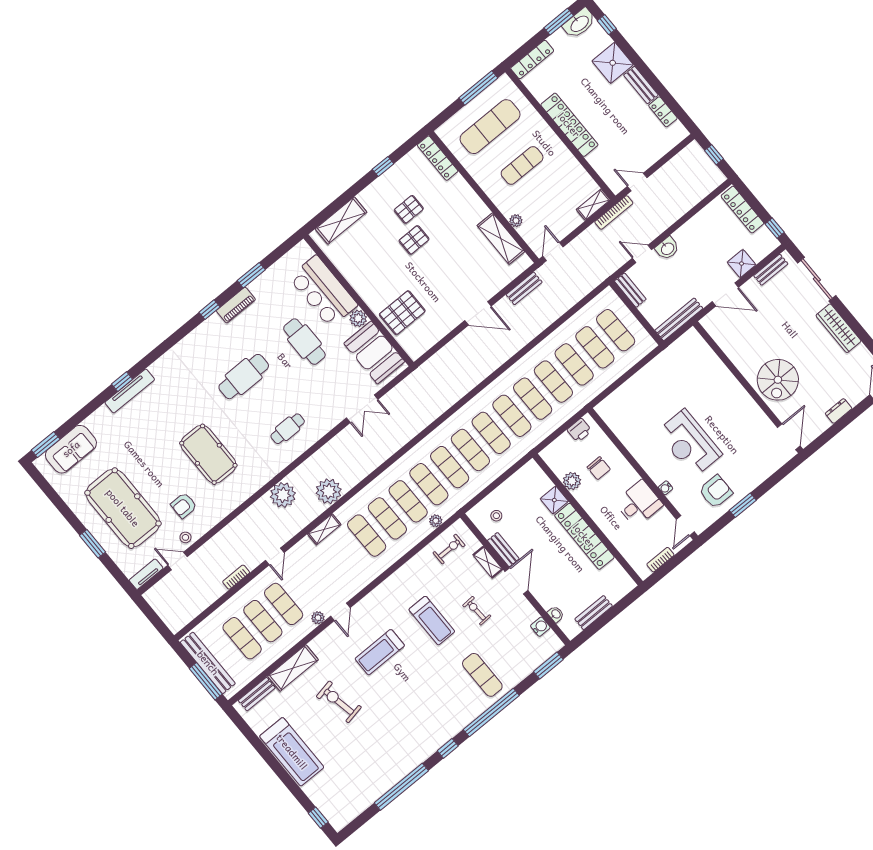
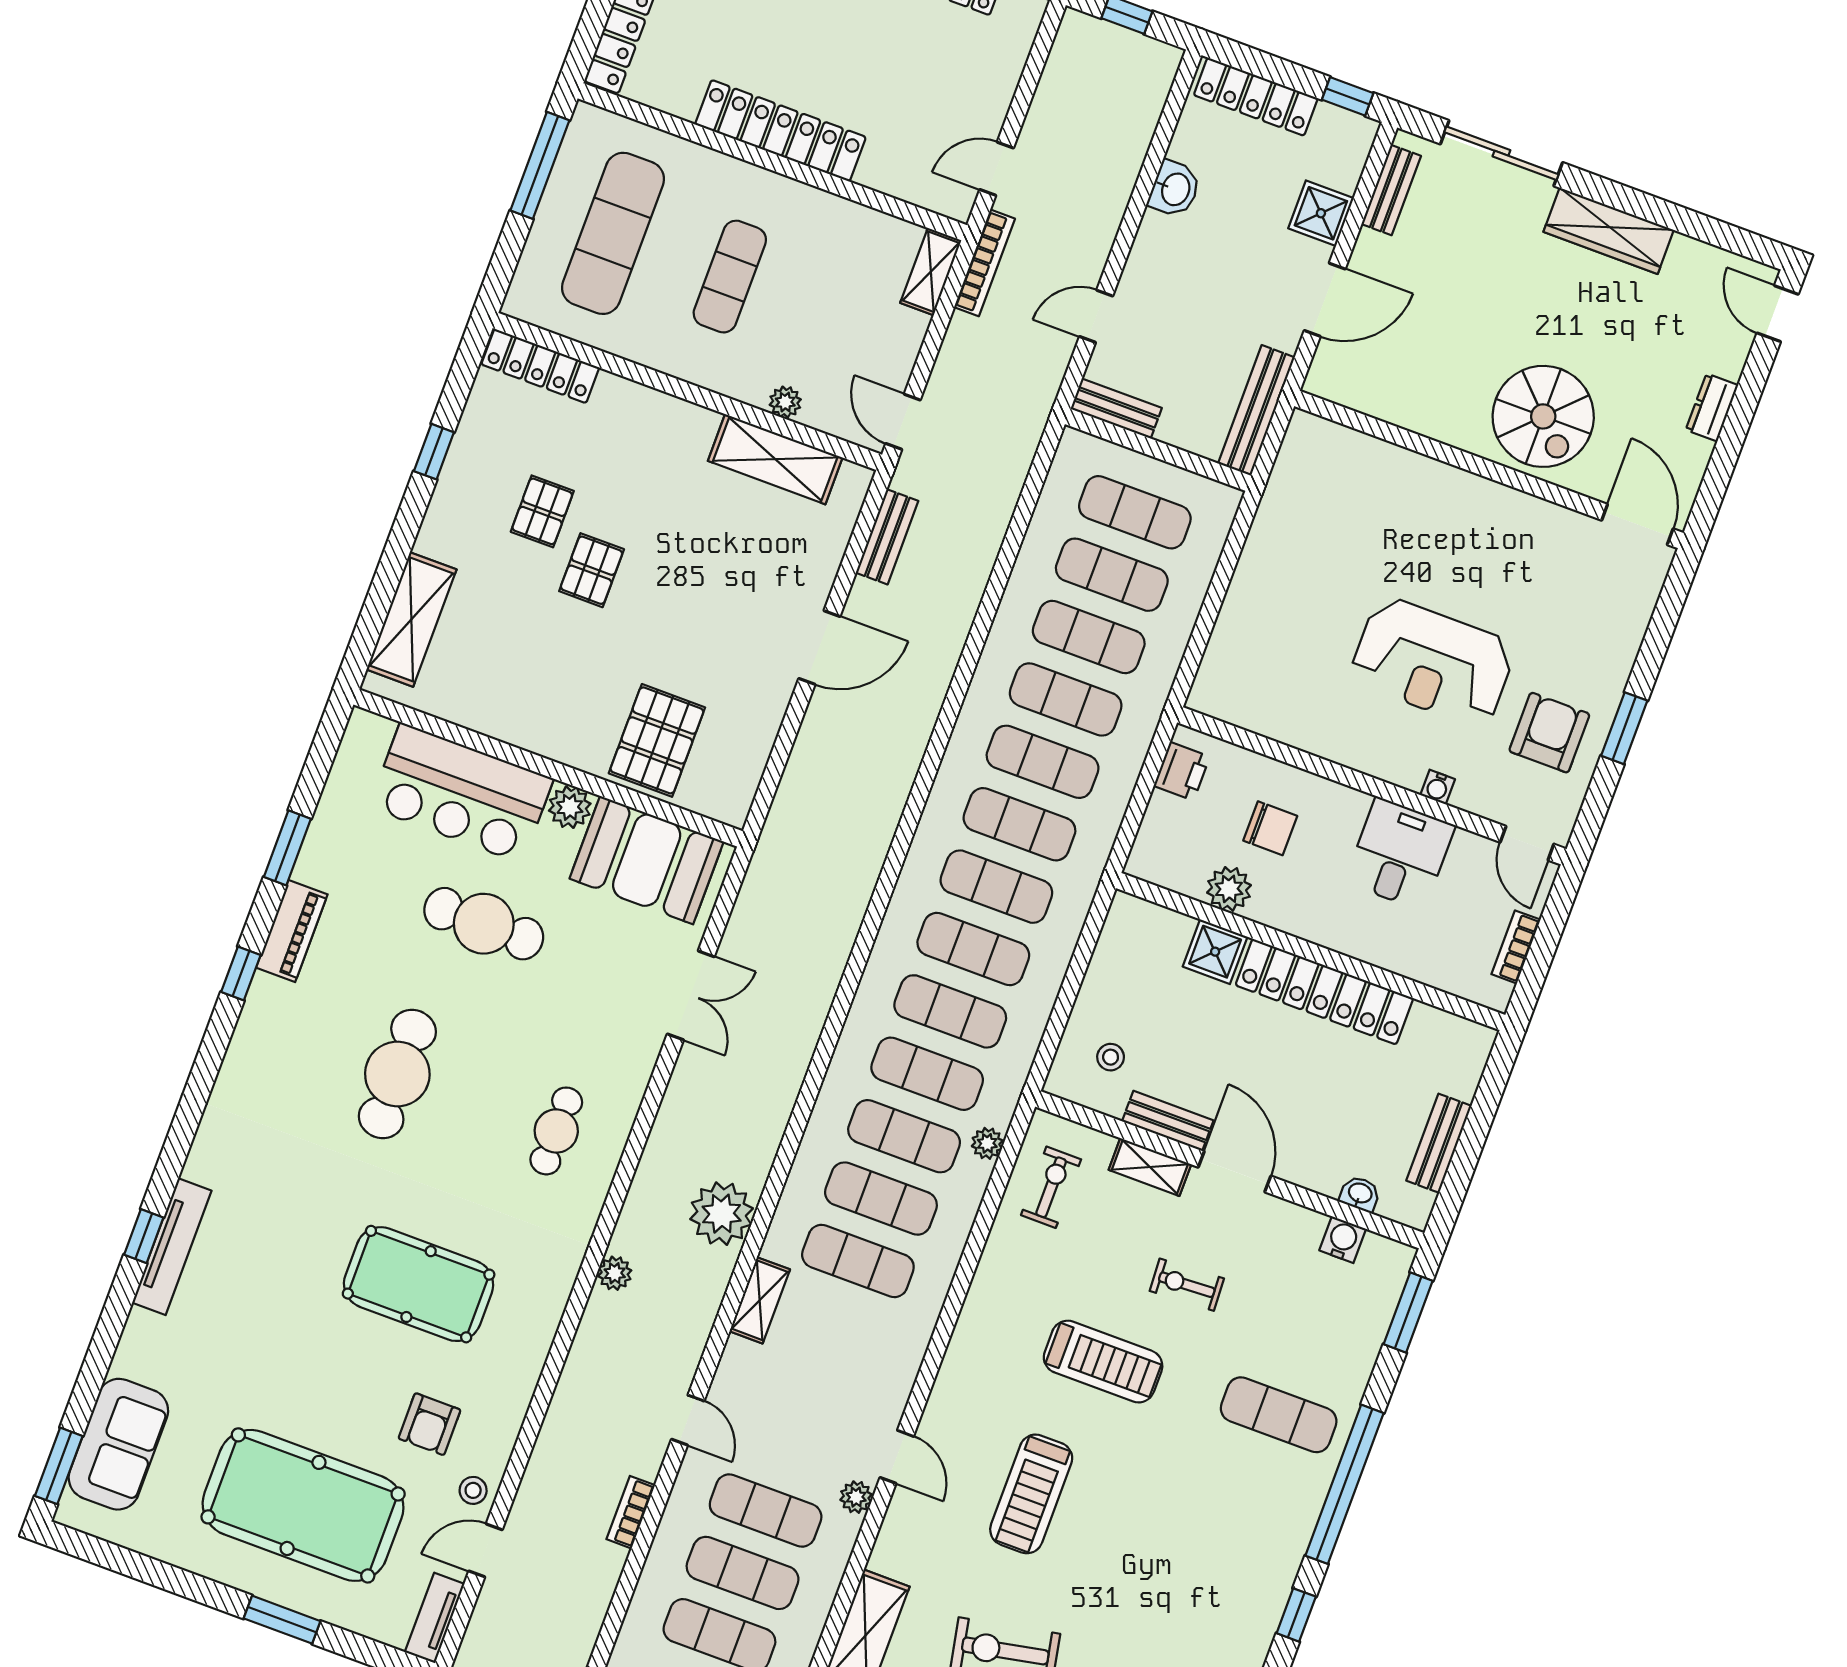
washbasin: (667, 248) -> (1175, 189), moved
plant: (283, 495) -> (615, 1273), width x0.53, depth x0.53

